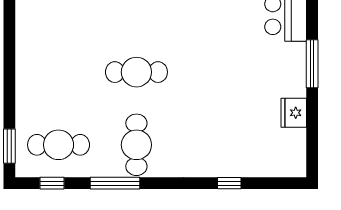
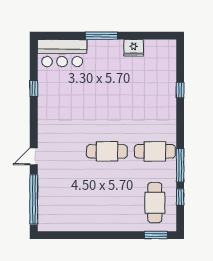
cafe table: (136, 72) -> (107, 151), turned 90
window: (52, 183) -> (180, 197), moved

